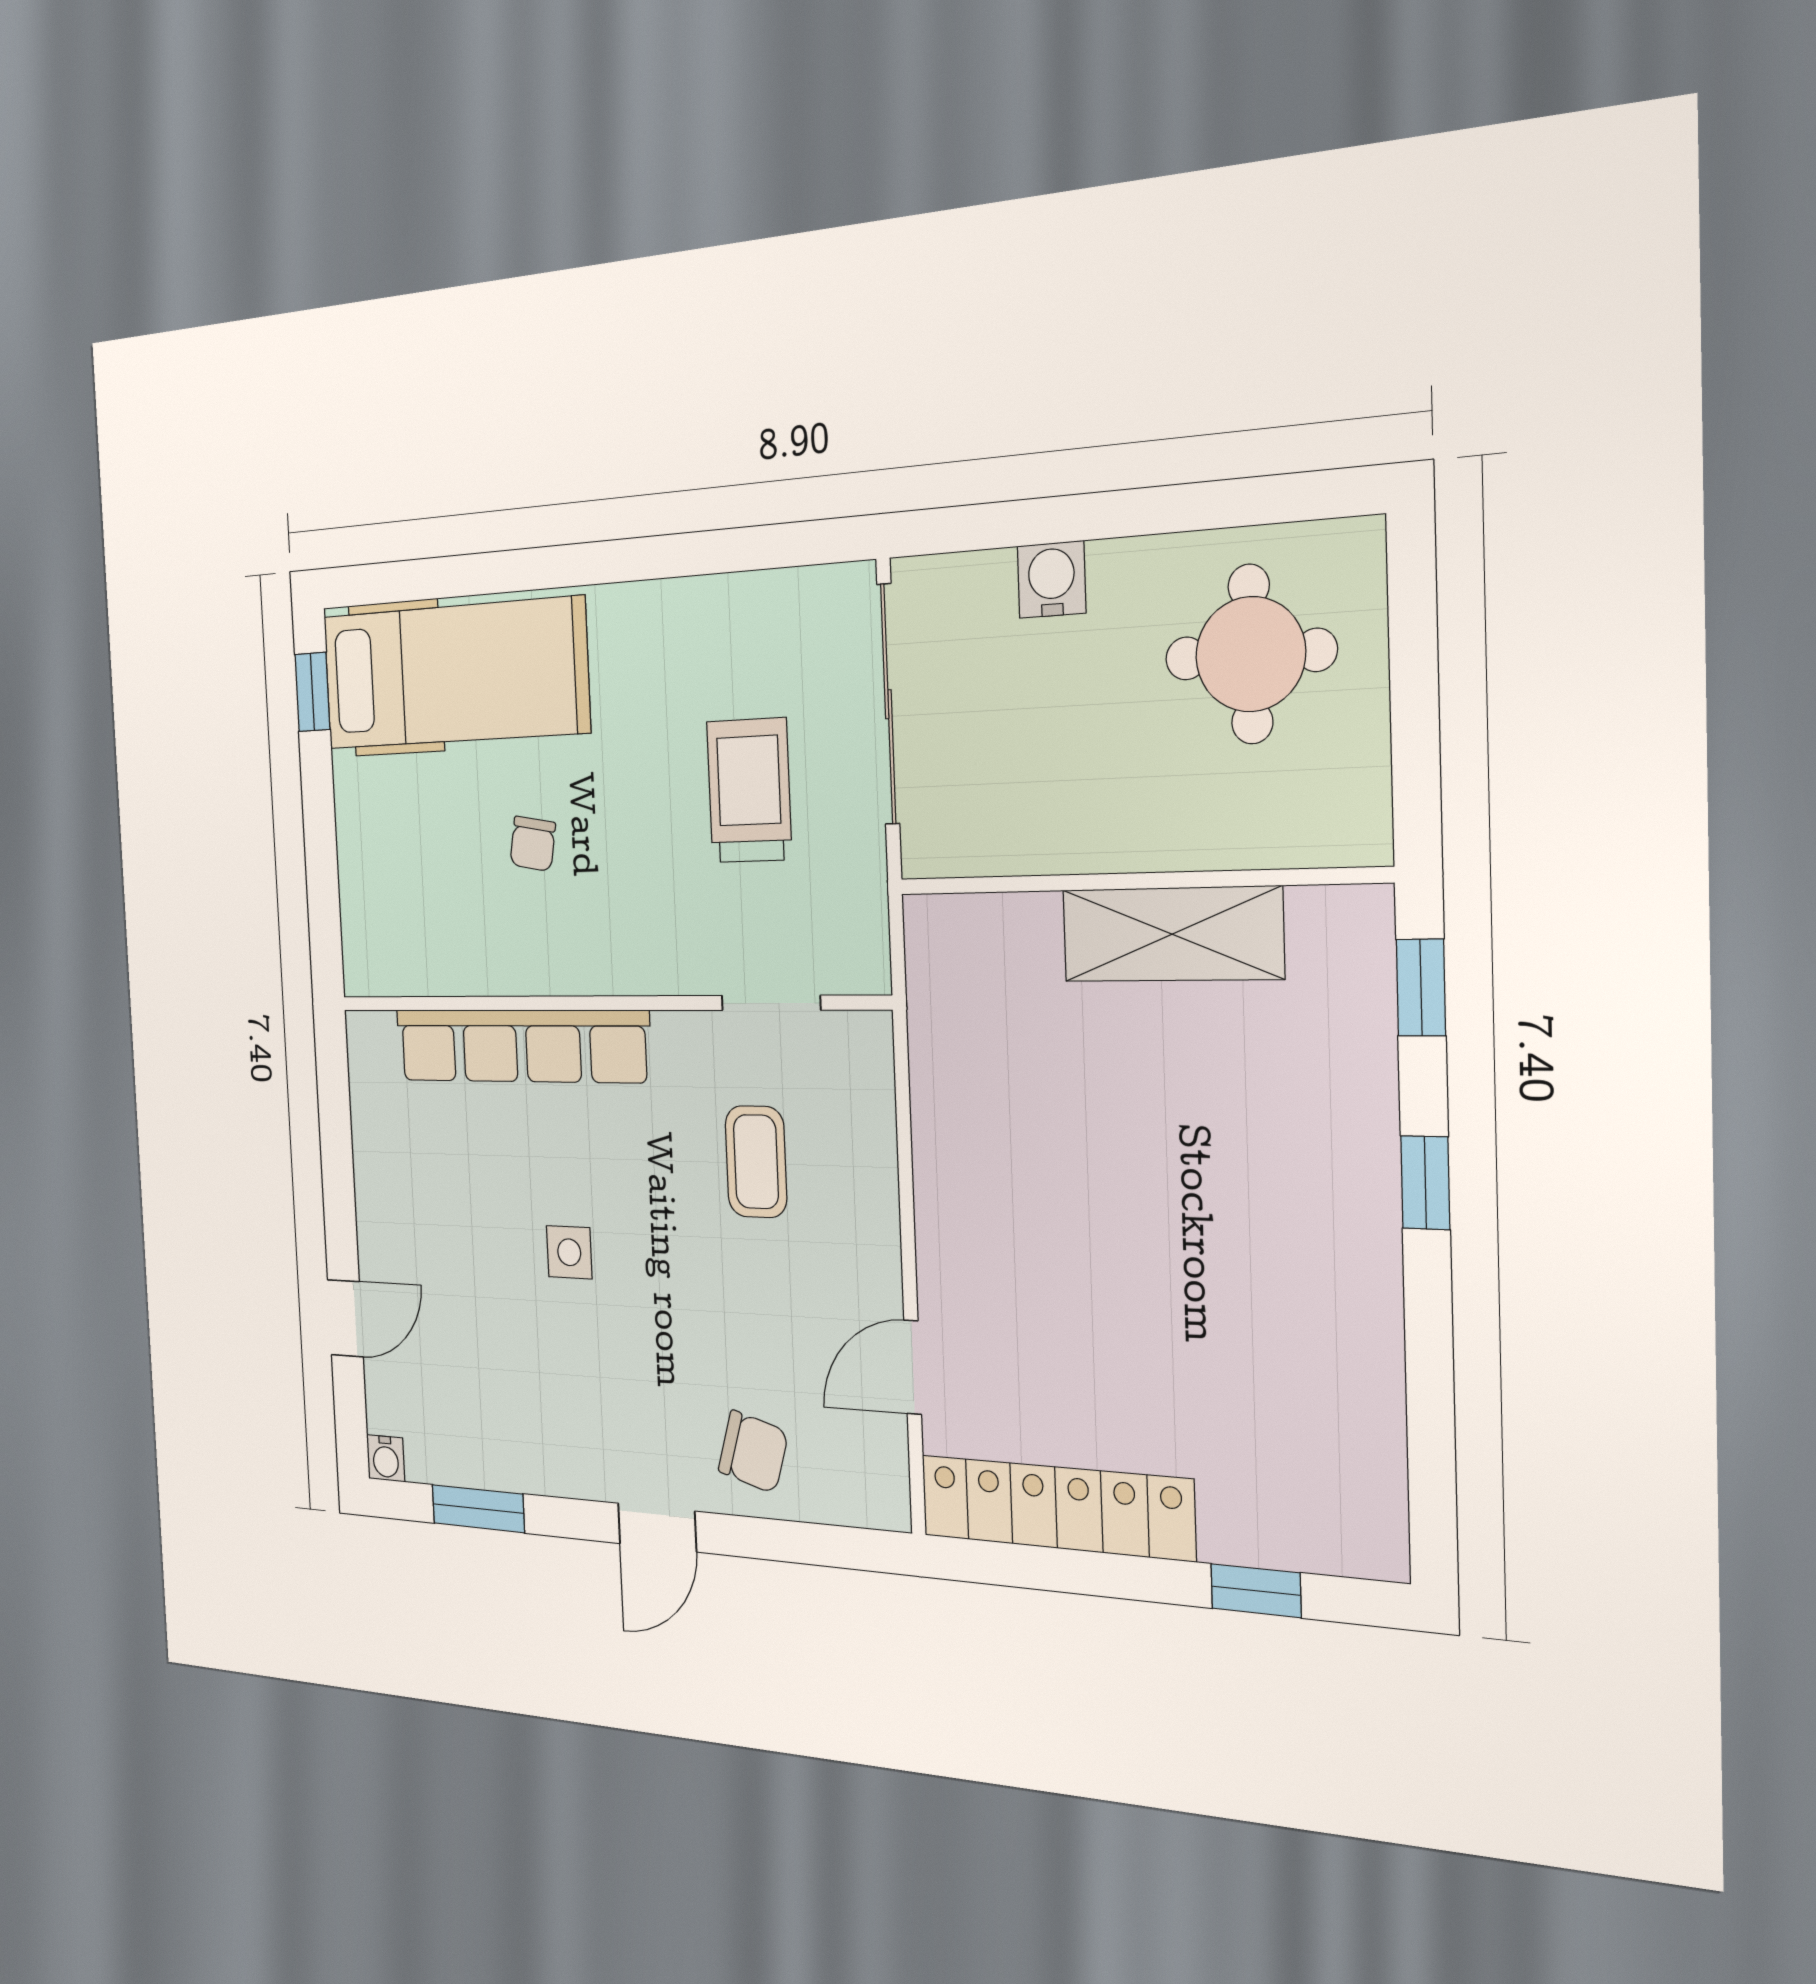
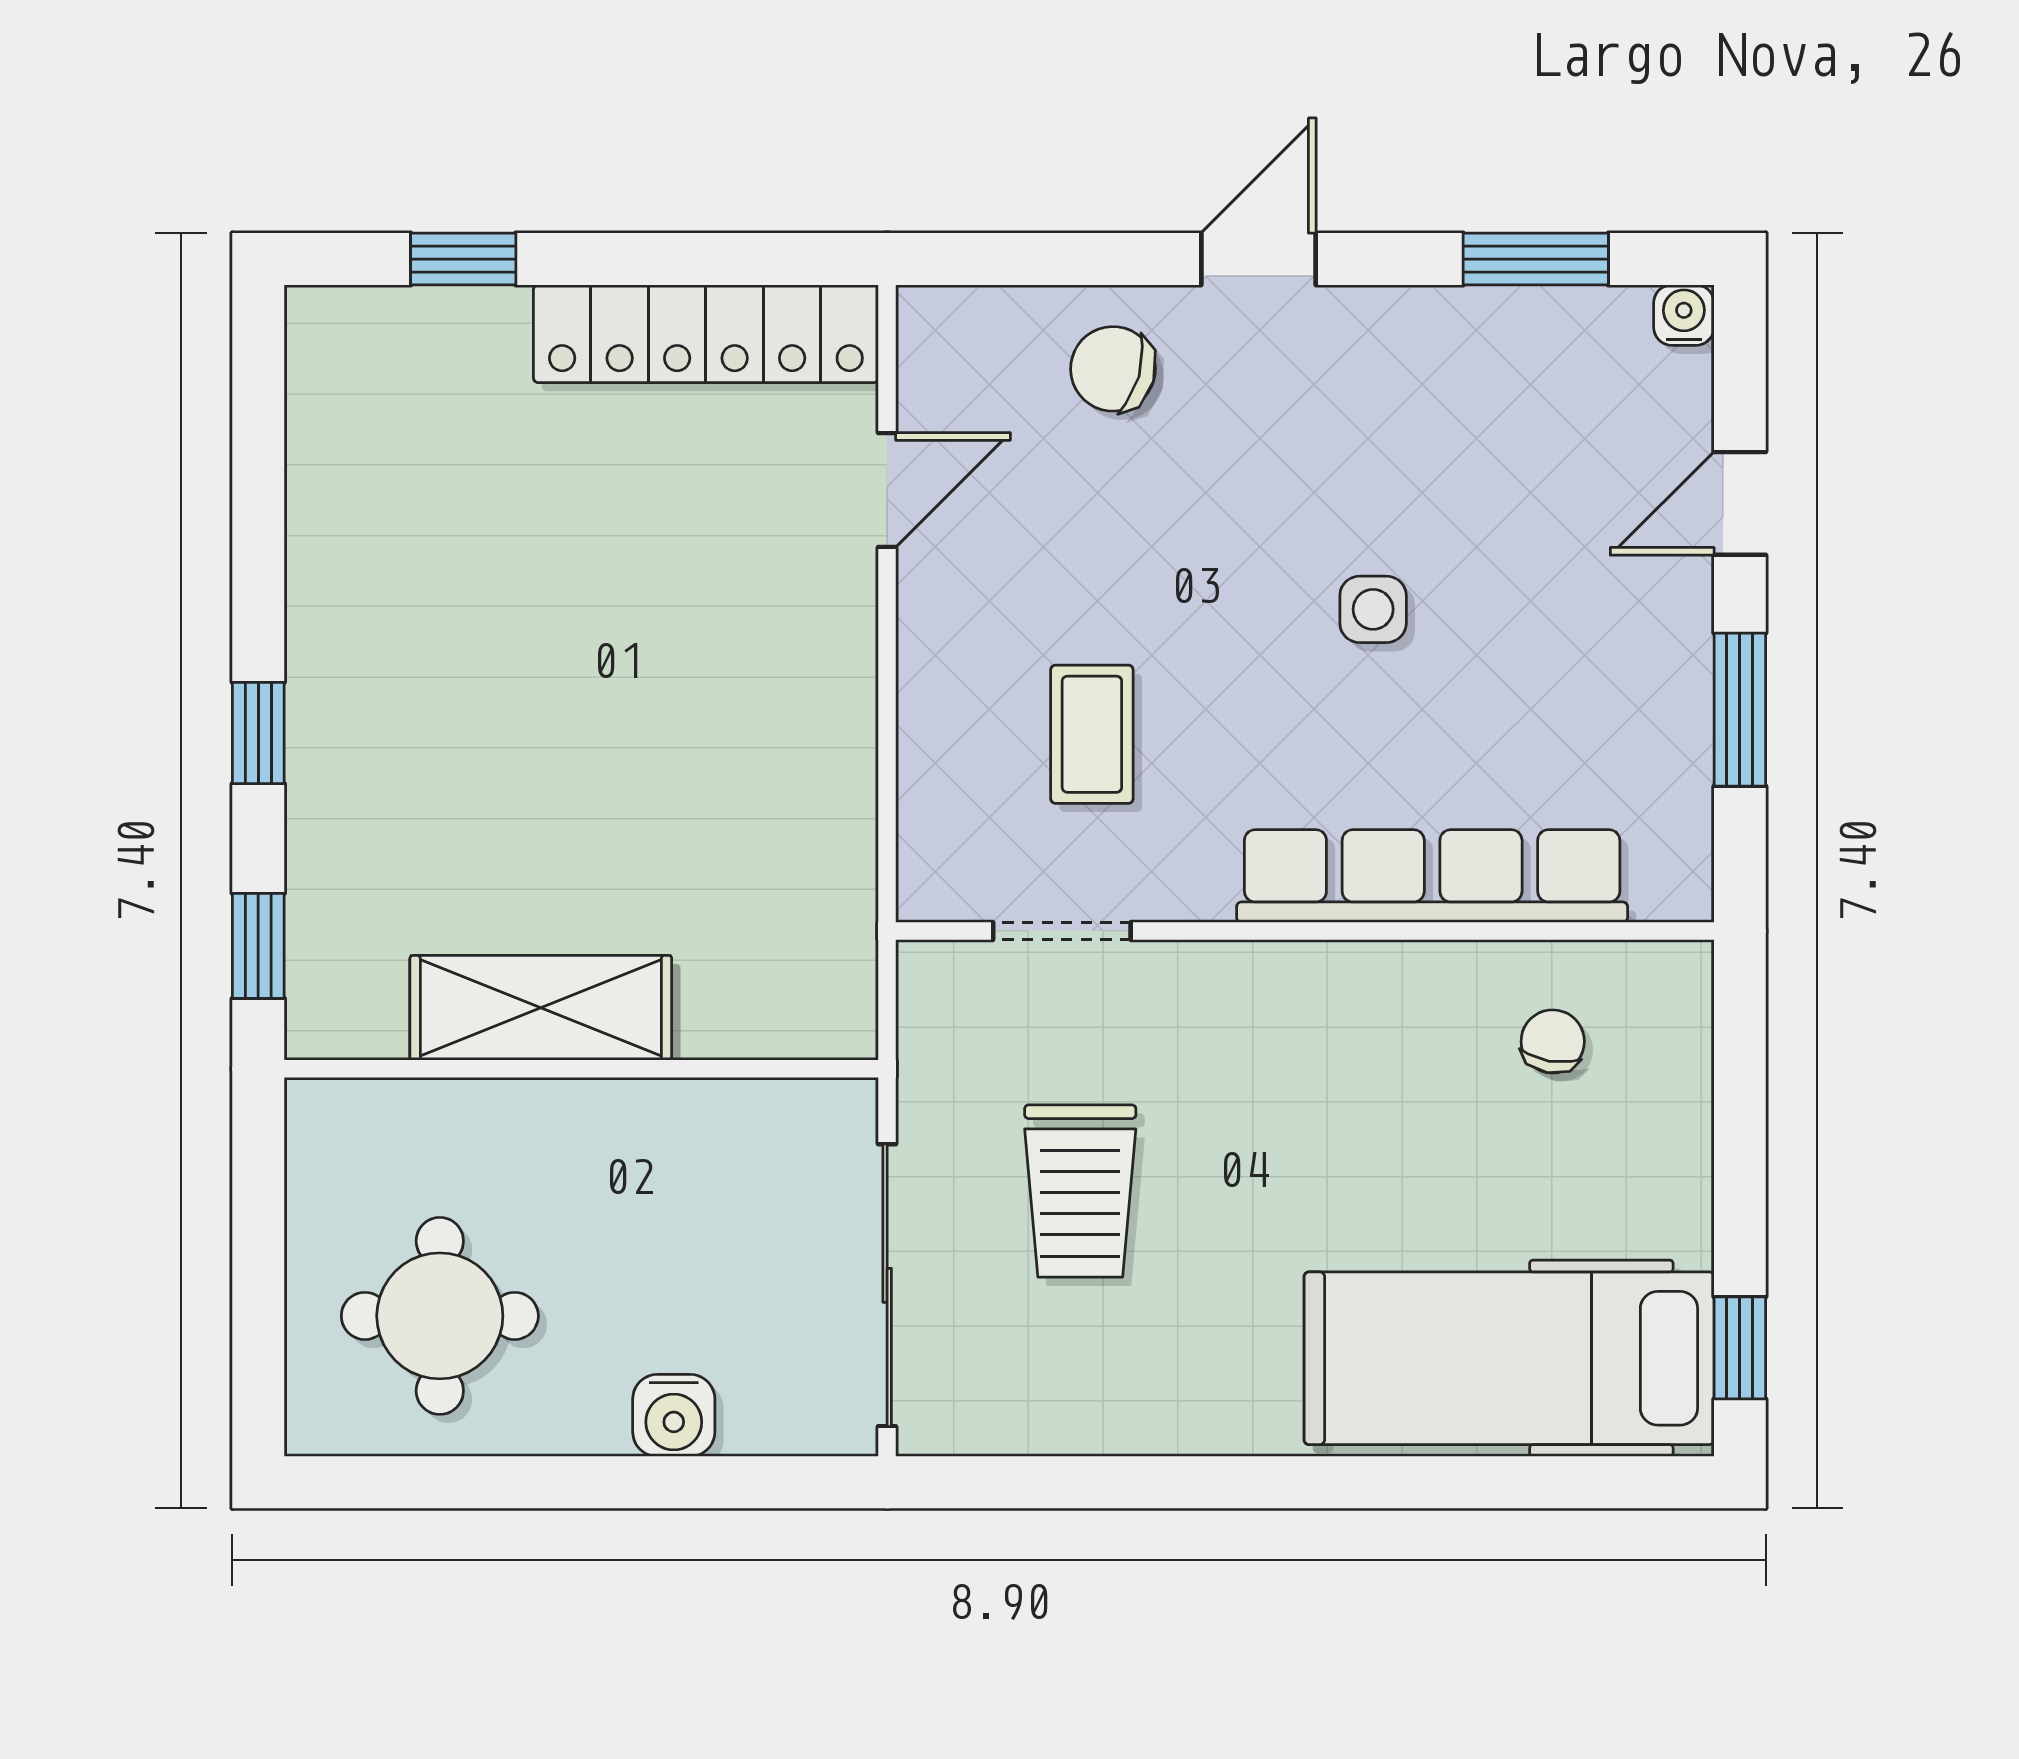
chair: (533, 844) -> (1553, 1041), moved
window: (337, 1167) -> (1740, 710), added

